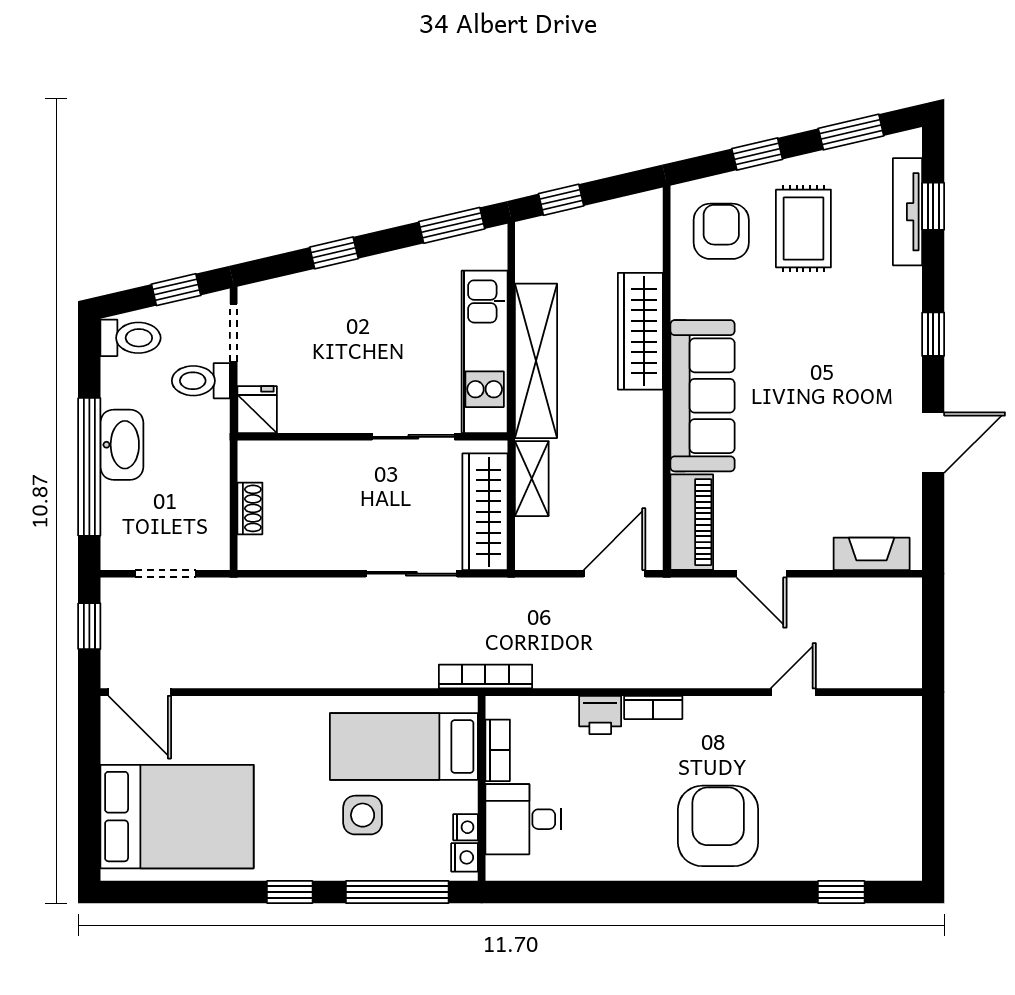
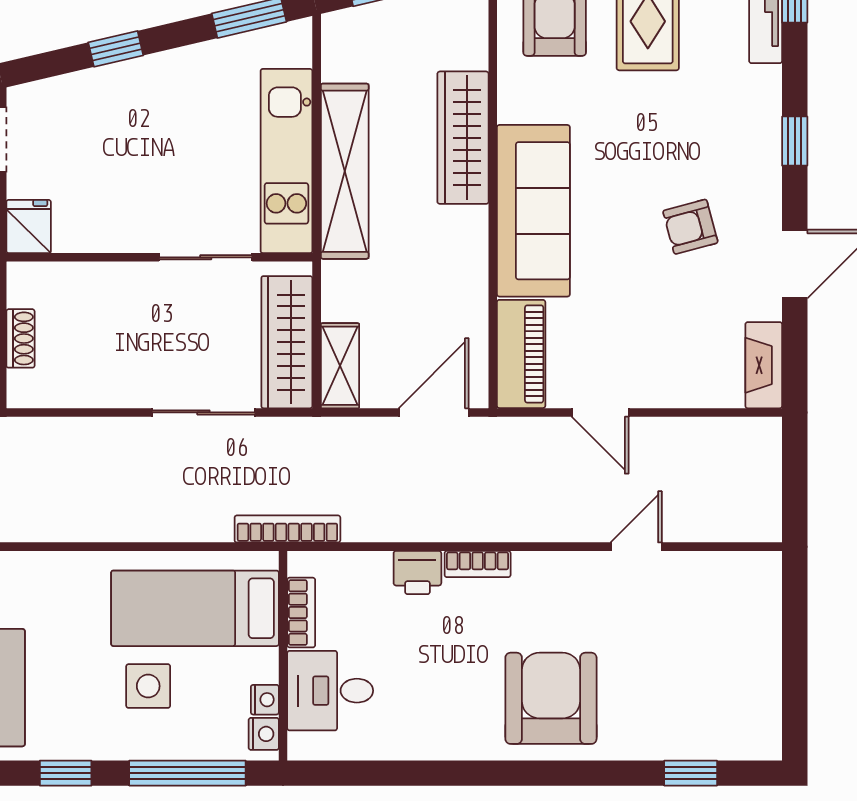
armchair: (841, 410) -> (690, 227), added
shelving: (532, 479) -> (340, 366), moved
fireplace: (872, 554) -> (764, 365), moved, turned -90

